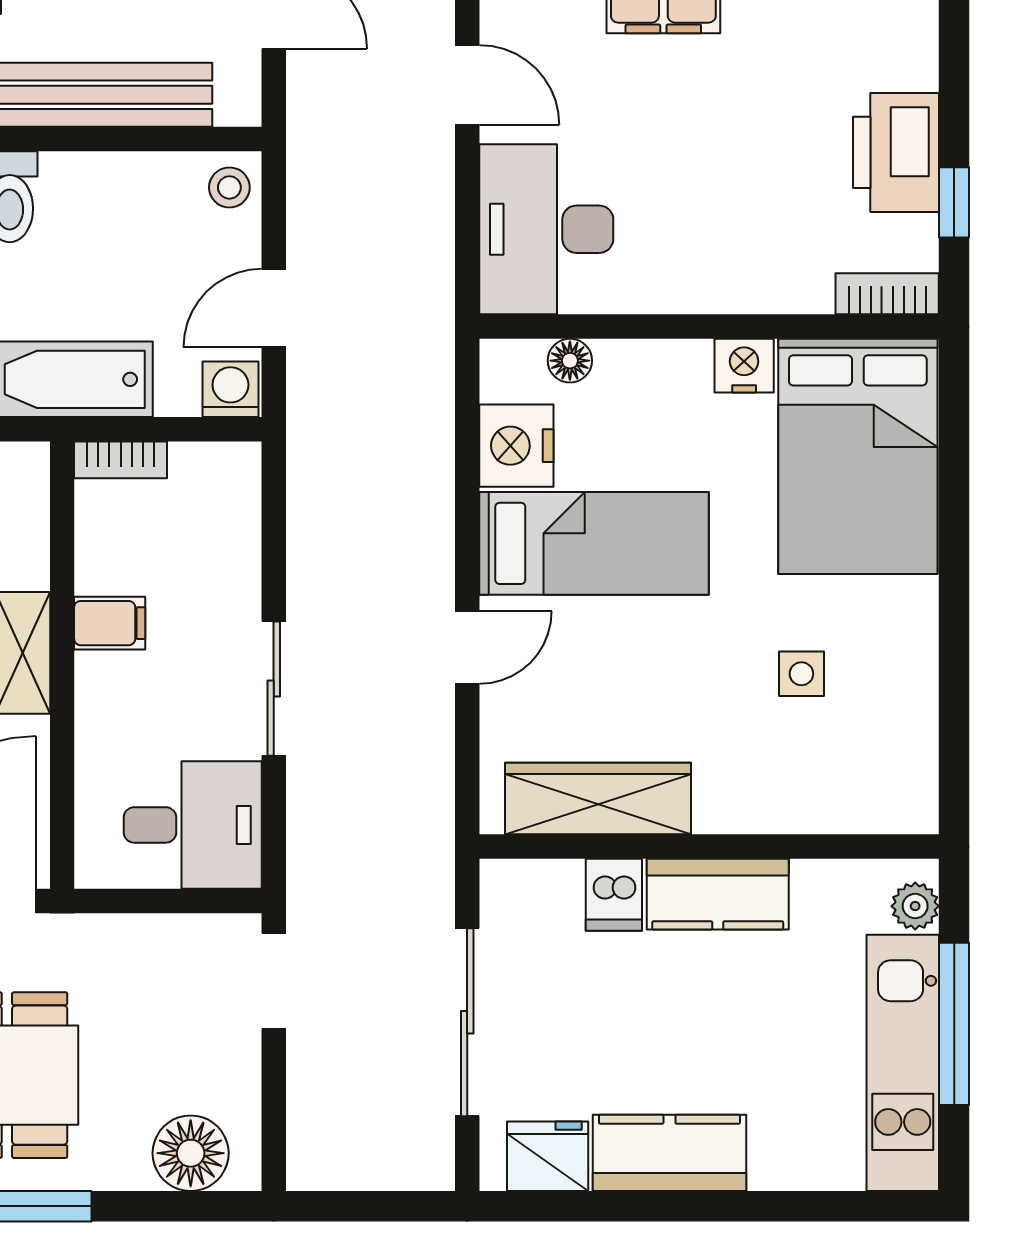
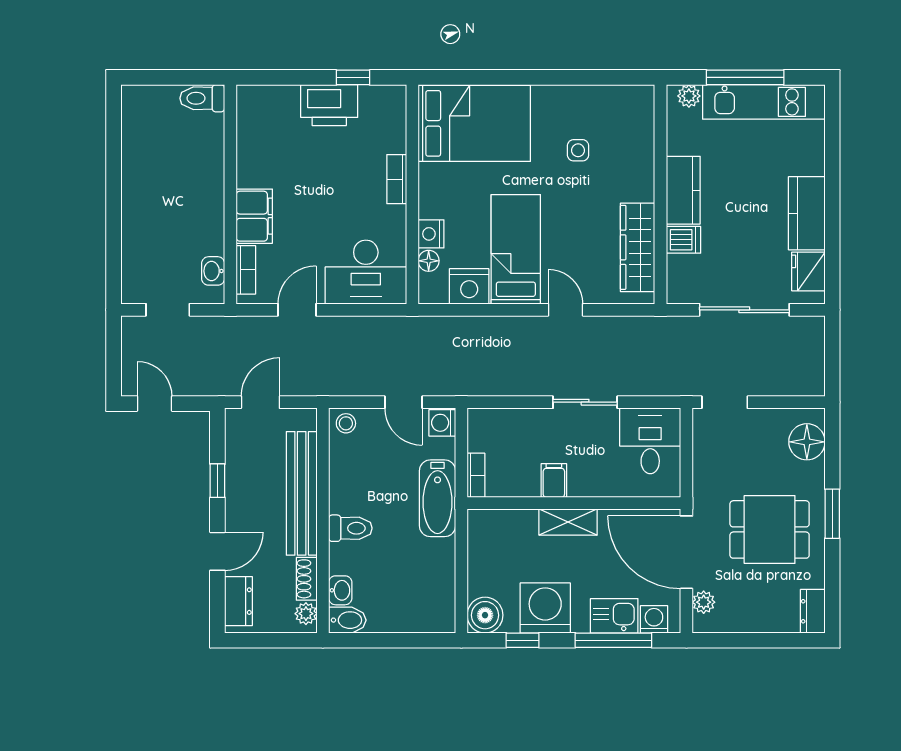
bookcase: (887, 294) -> (397, 179), moved
nightstand: (744, 366) -> (431, 234), moved

